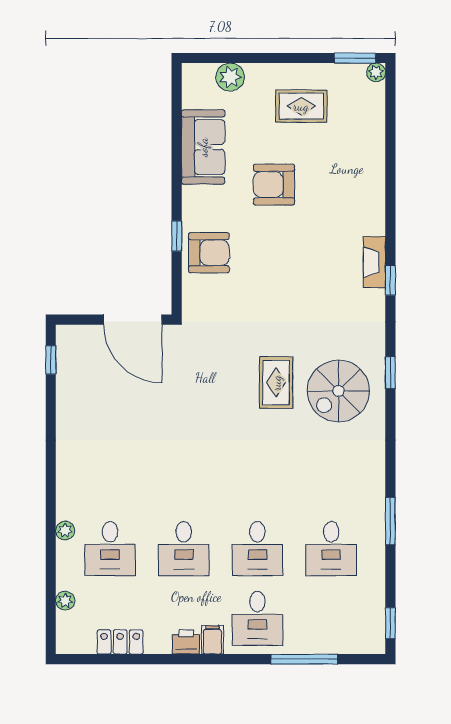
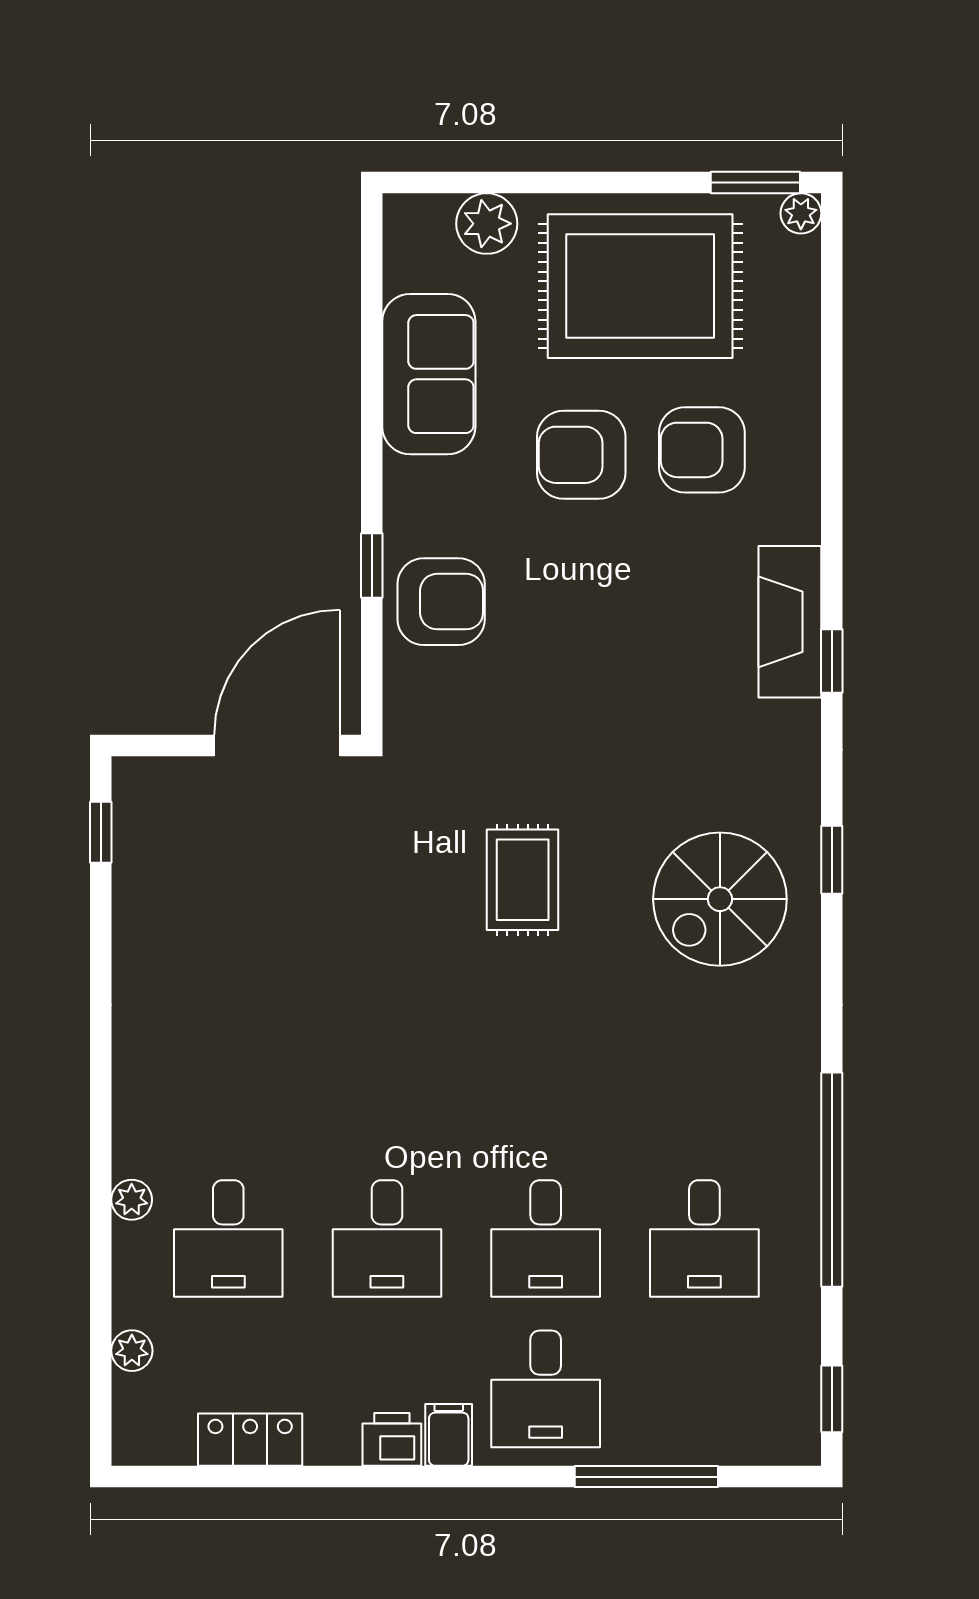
rug: (301, 106) -> (640, 286), width x1.86, depth x2.06
armchair: (330, 182) -> (702, 450), added
fireplace: (374, 262) -> (790, 622), width x1.37, depth x1.32
door: (133, 320) -> (277, 746), swing flipped
rug: (276, 383) -> (523, 880), moved
window: (390, 521) -> (832, 1180), width x2.11

